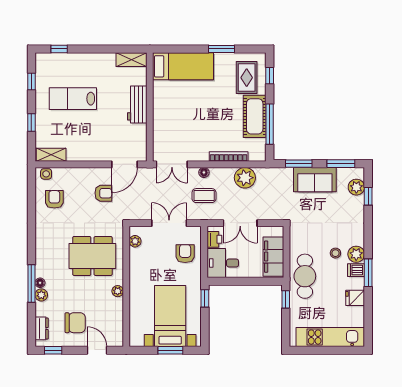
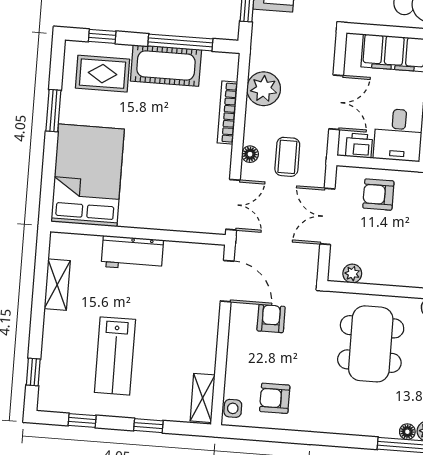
shelving: (131, 60) -> (57, 285), moved
bed: (183, 66) -> (88, 175), width x1.50

